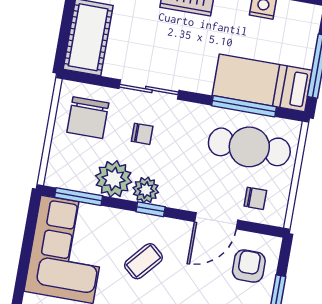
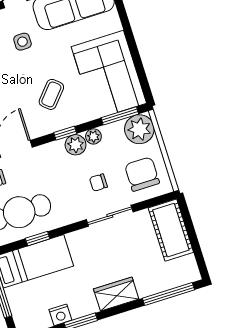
window: (244, 106) -> (38, 239), width x0.46
plant: (64, 170) -> (139, 129), added
plant: (114, 179) -> (93, 136), width x0.53, depth x0.53

